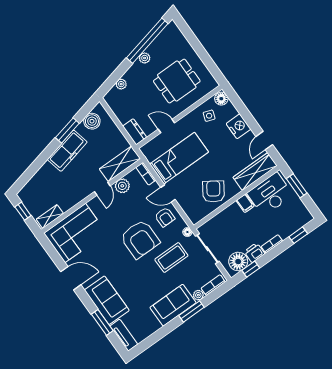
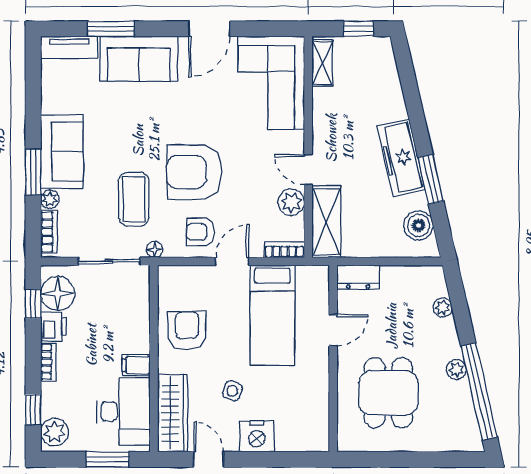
floor lamp: (221, 99) -> (316, 440), removed
side table: (209, 116) -> (232, 391), moved
armchair: (213, 192) -> (187, 331), turned -124
plant: (302, 218) -> (54, 432), added

